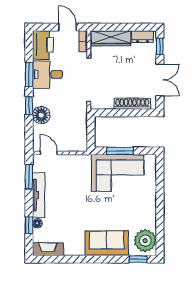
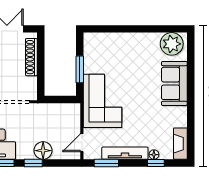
corner sofa: (117, 173) -> (102, 101), moved
window: (138, 259) -> (191, 51), removed

